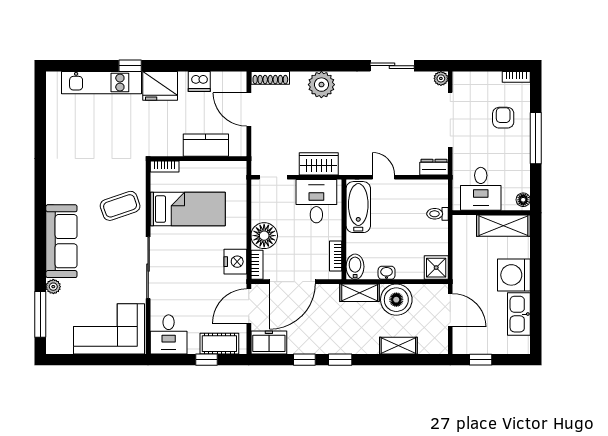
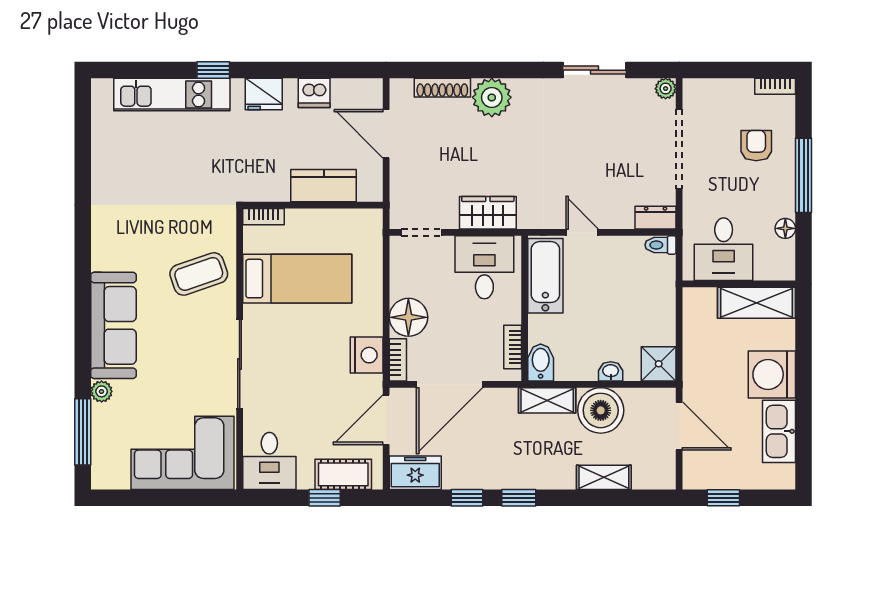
shoe rack: (270, 78) -> (442, 88), moved
fridge: (160, 86) -> (264, 94), width x0.73, depth x0.75
floor lamp: (523, 200) -> (785, 228), moved
toilet: (437, 214) -> (661, 245), moved
washbasin: (387, 273) -> (611, 371), moved

